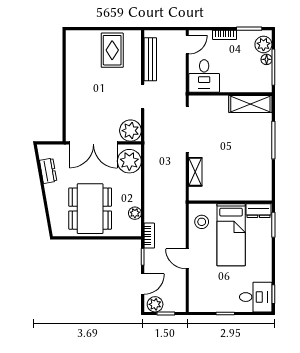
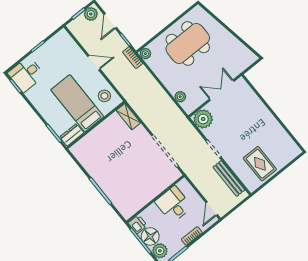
floor lamp: (267, 59) -> (150, 236), width x1.89, depth x1.89
desk: (204, 76) -> (173, 204), moved
printer: (264, 84) -> (138, 224), added
shelving: (250, 104) -> (136, 203), removed
double door: (93, 143) -> (222, 90), width x0.73
plant: (129, 161) -> (180, 97), width x0.53, depth x0.53
dresser: (48, 171) -> (237, 46), removed
shelving: (195, 172) -> (128, 117), moved
dining table: (90, 209) -> (188, 43), turned 90
plant: (135, 213) -> (145, 54), moved

